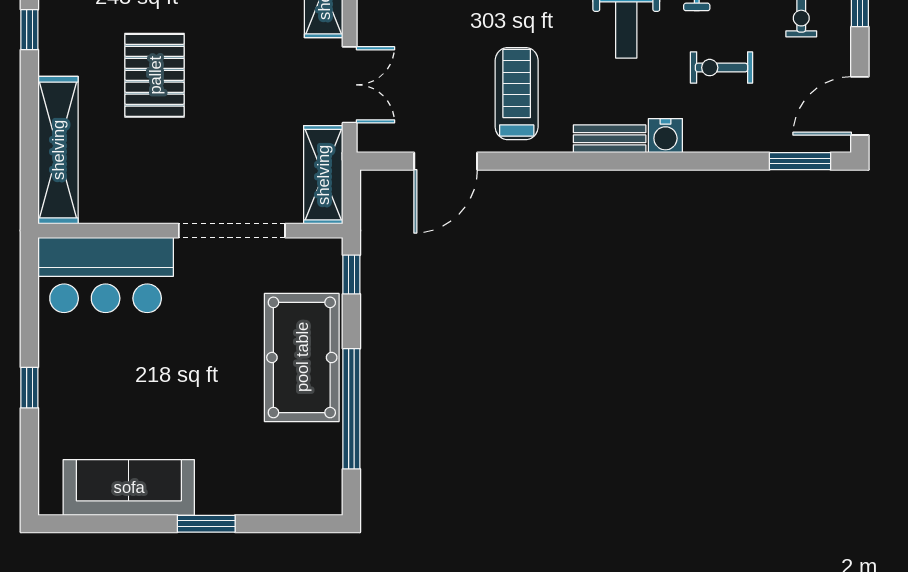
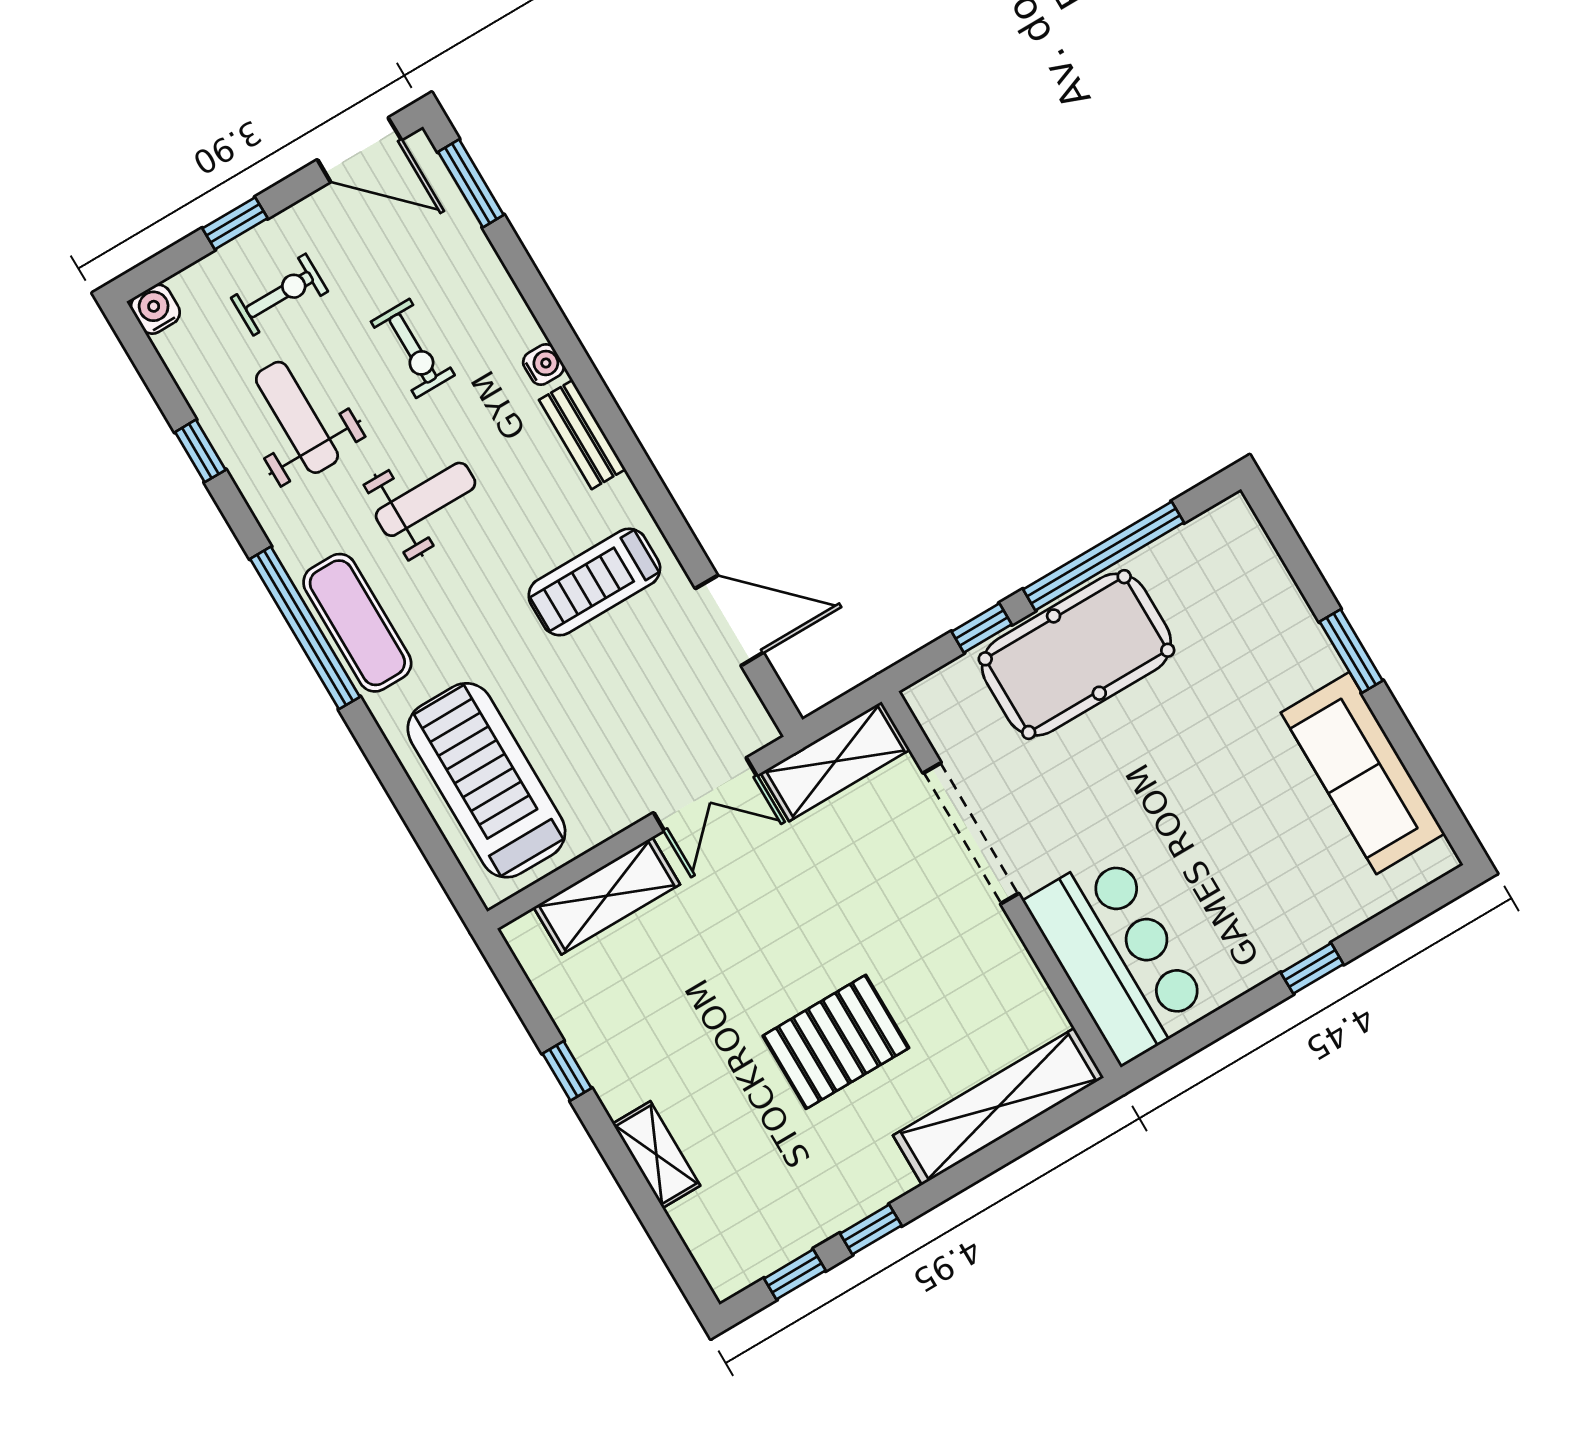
double door: (350, 85) -> (705, 794), swing flipped
water cooler: (665, 136) -> (543, 364), width x0.72, depth x0.72
window: (351, 275) -> (982, 628), moved

